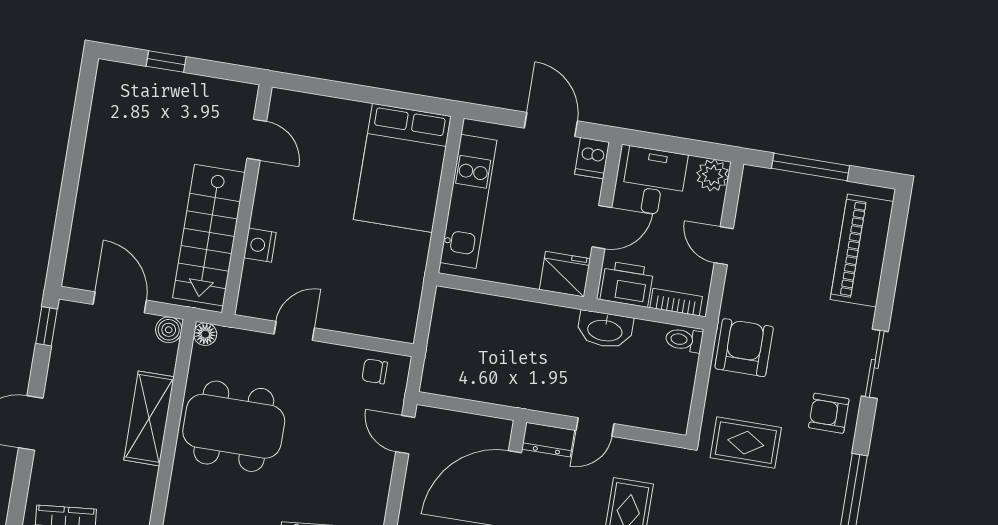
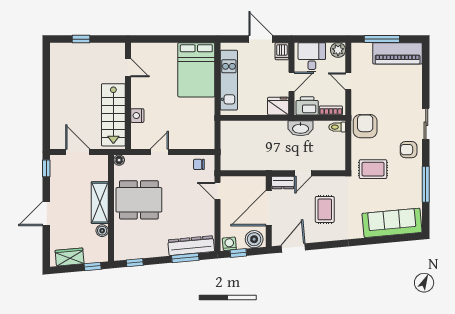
piano: (862, 250) -> (398, 53), moved, turned -90
boiler: (169, 330) -> (102, 231), moved

